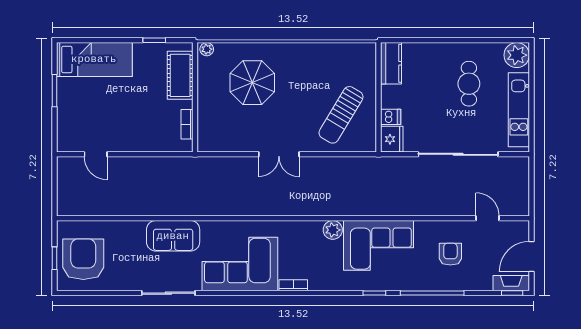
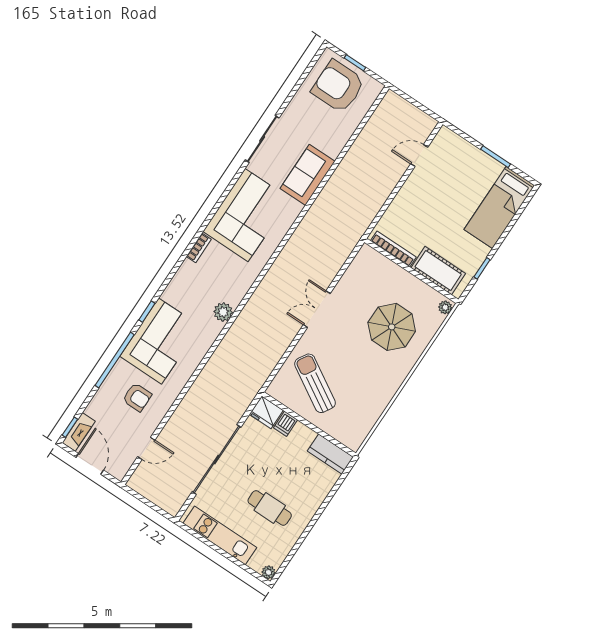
plant: (517, 55) -> (269, 572), width x0.53, depth x0.53
bookcase: (187, 124) -> (393, 249), width x1.56
corner sofa: (379, 245) -> (160, 341), moved, turned 180
armchair: (83, 259) -> (338, 86), turned 180

